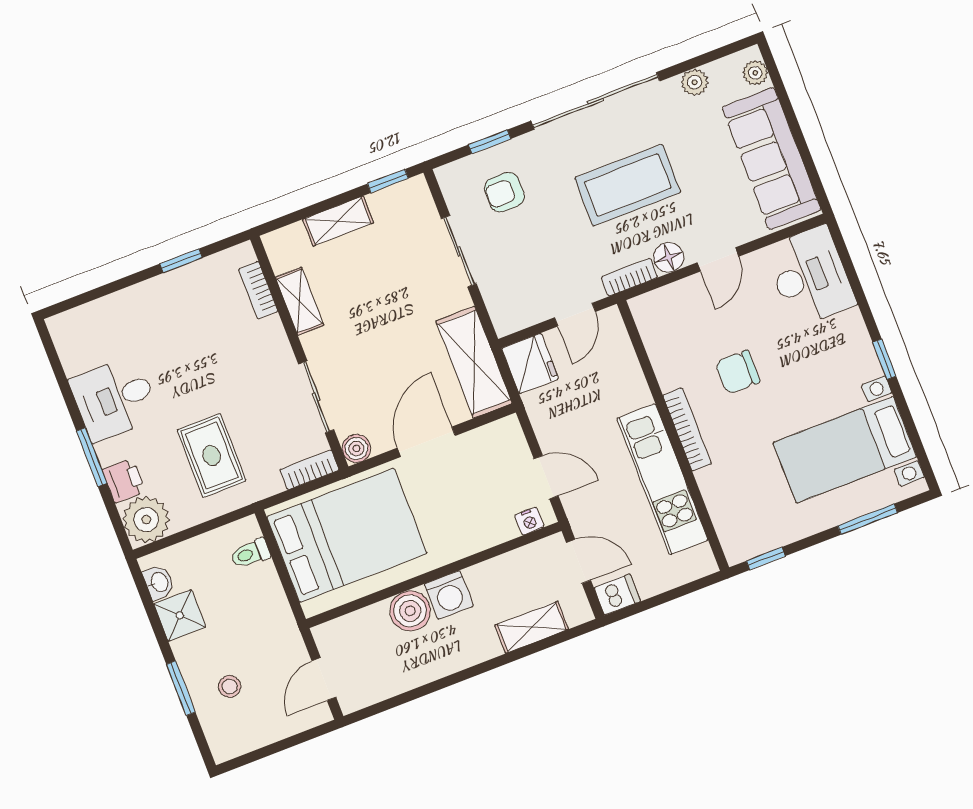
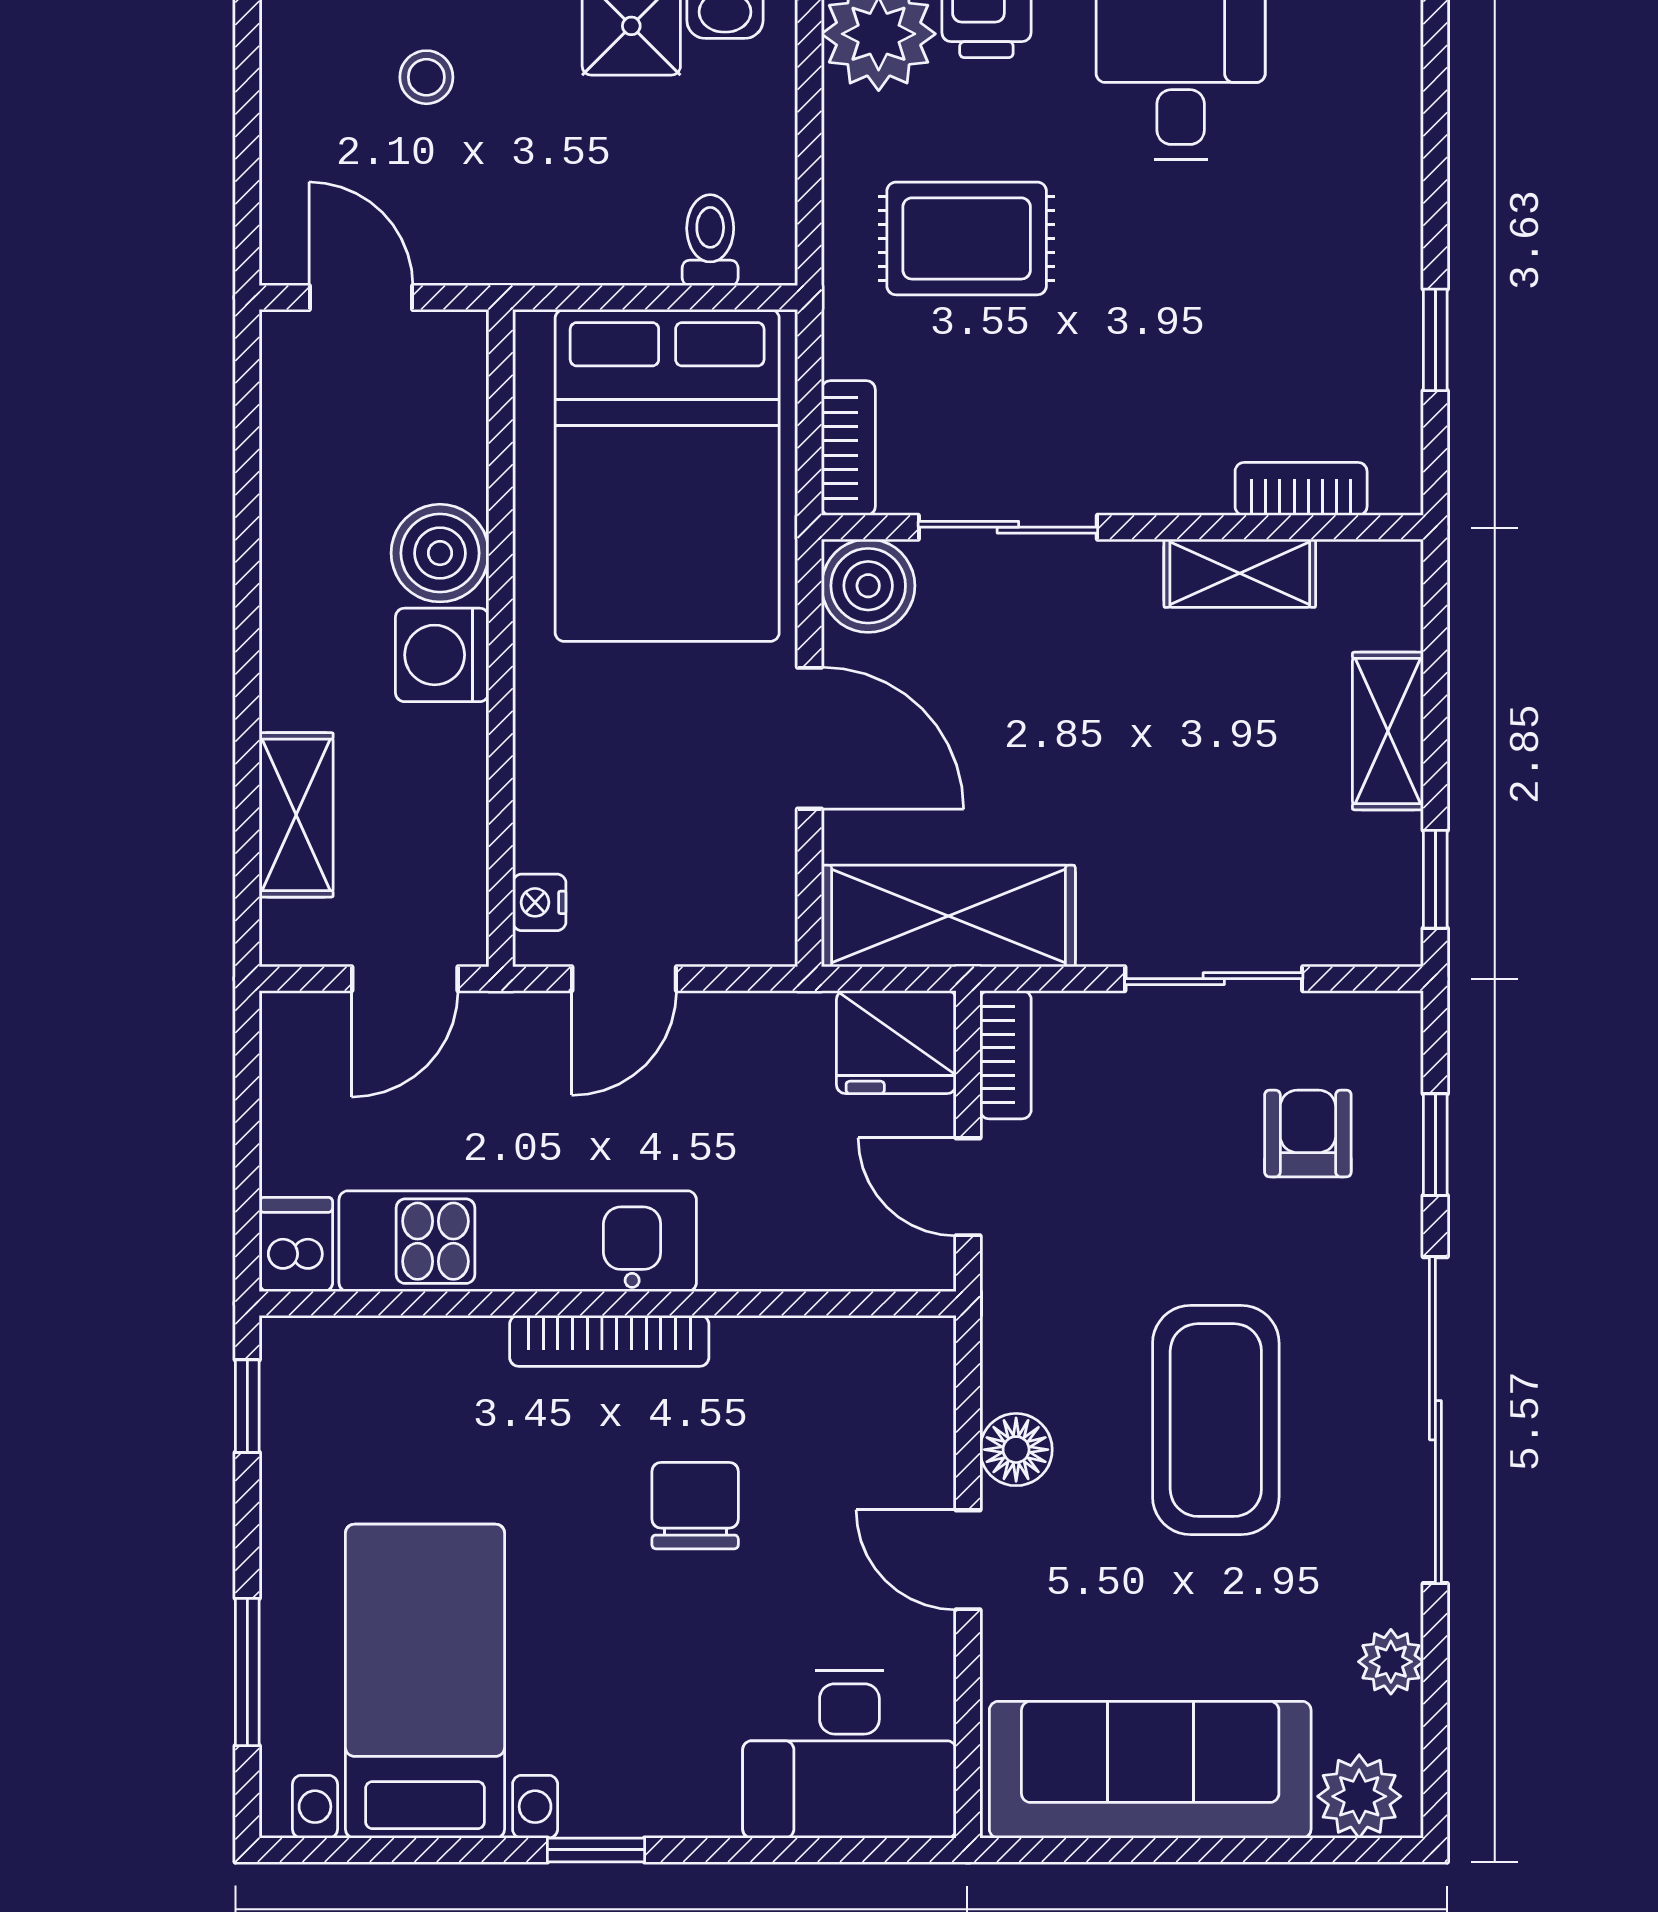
plant: (755, 73) -> (1359, 1796), width x1.38, depth x1.38
bookcase: (629, 277) -> (1006, 1055), moved
boiler: (356, 448) -> (868, 586), width x1.36, depth x1.36
dishwasher: (617, 594) -> (296, 1244), moved, turned 180

